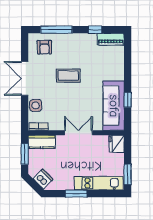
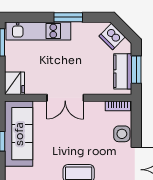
kitchen counter: (42, 142) -> (123, 71), moved, turned -90

